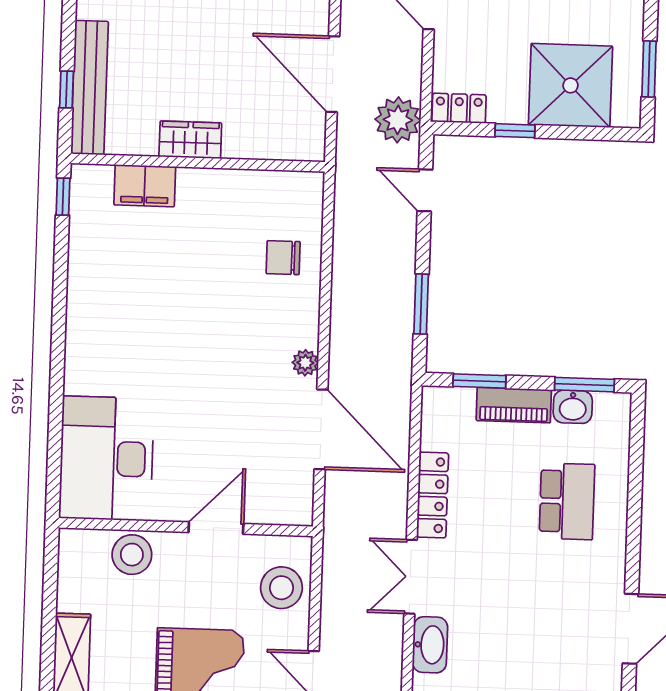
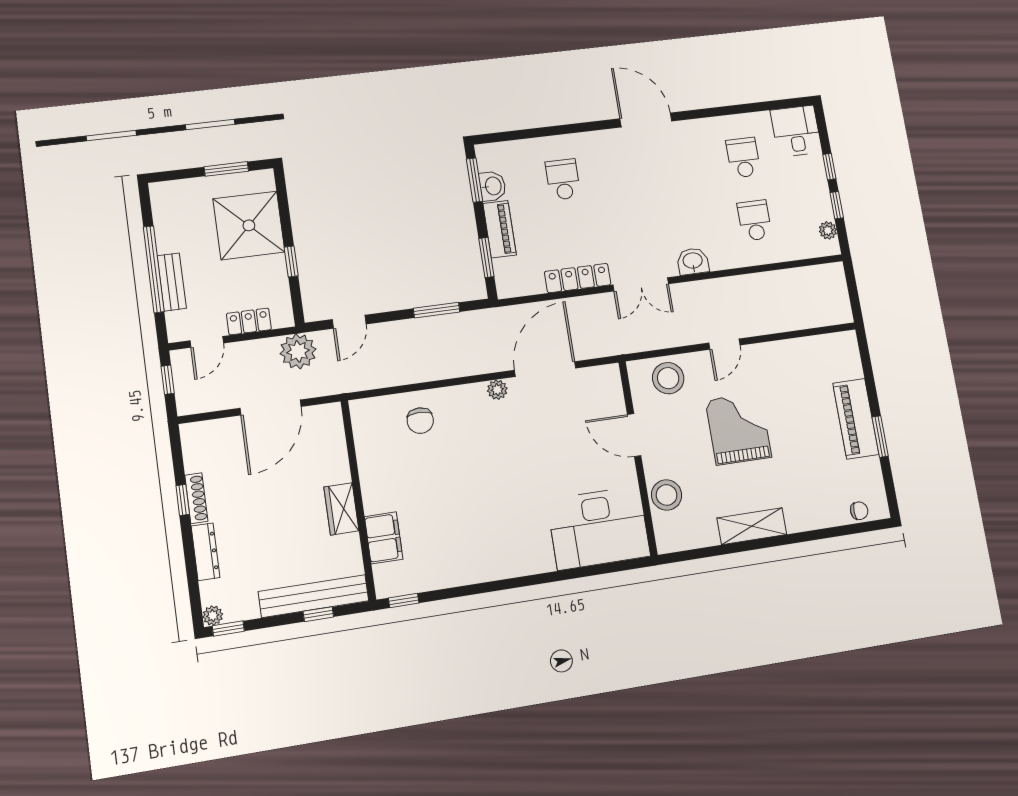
locker: (459, 108) -> (249, 321), moved, turned 90
school desk: (567, 501) -> (563, 179), width x0.54
washbasin: (430, 645) -> (693, 261), width x0.72

